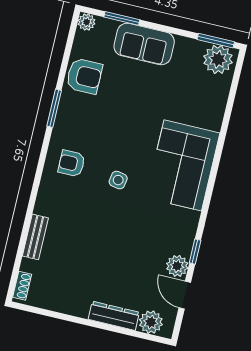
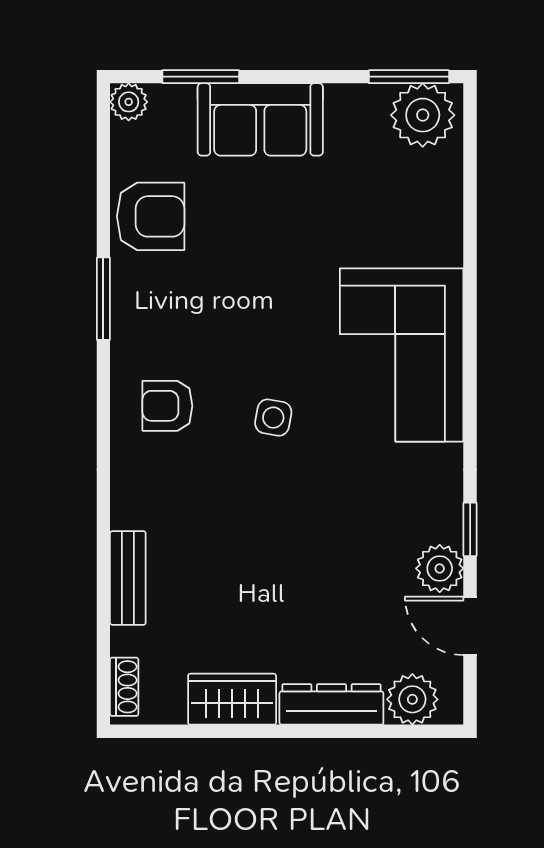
wardrobe: (69, 303) -> (232, 699), added

